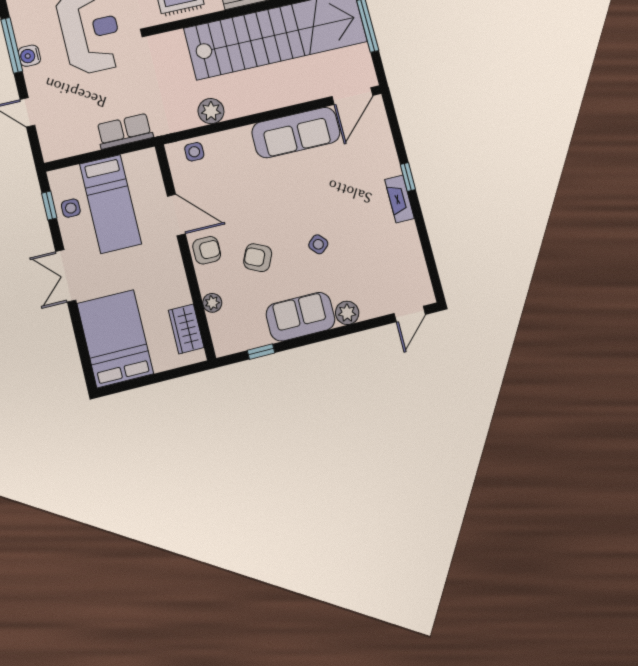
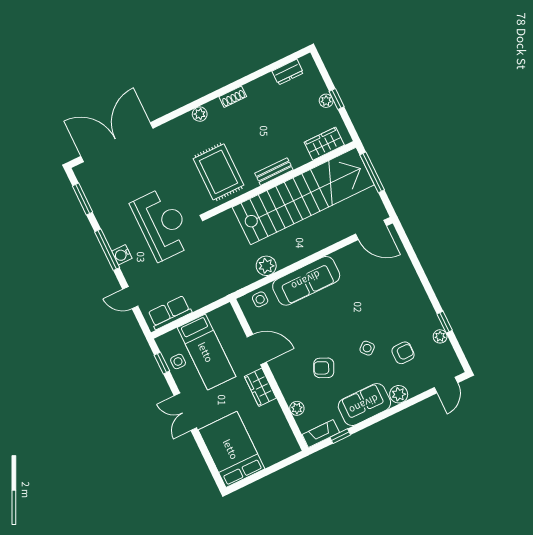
door: (352, 96) -> (371, 230), hinge flipped
row of seats: (125, 131) -> (170, 313), moved
sofa: (296, 132) -> (306, 281), moved
window: (408, 177) -> (445, 322), moved
fireplace: (400, 199) -> (321, 434), moved, turned 90
armchair: (207, 250) -> (403, 353), moved
plant: (414, 250) -> (440, 336), added
wardrobe: (186, 329) -> (260, 387), moved

